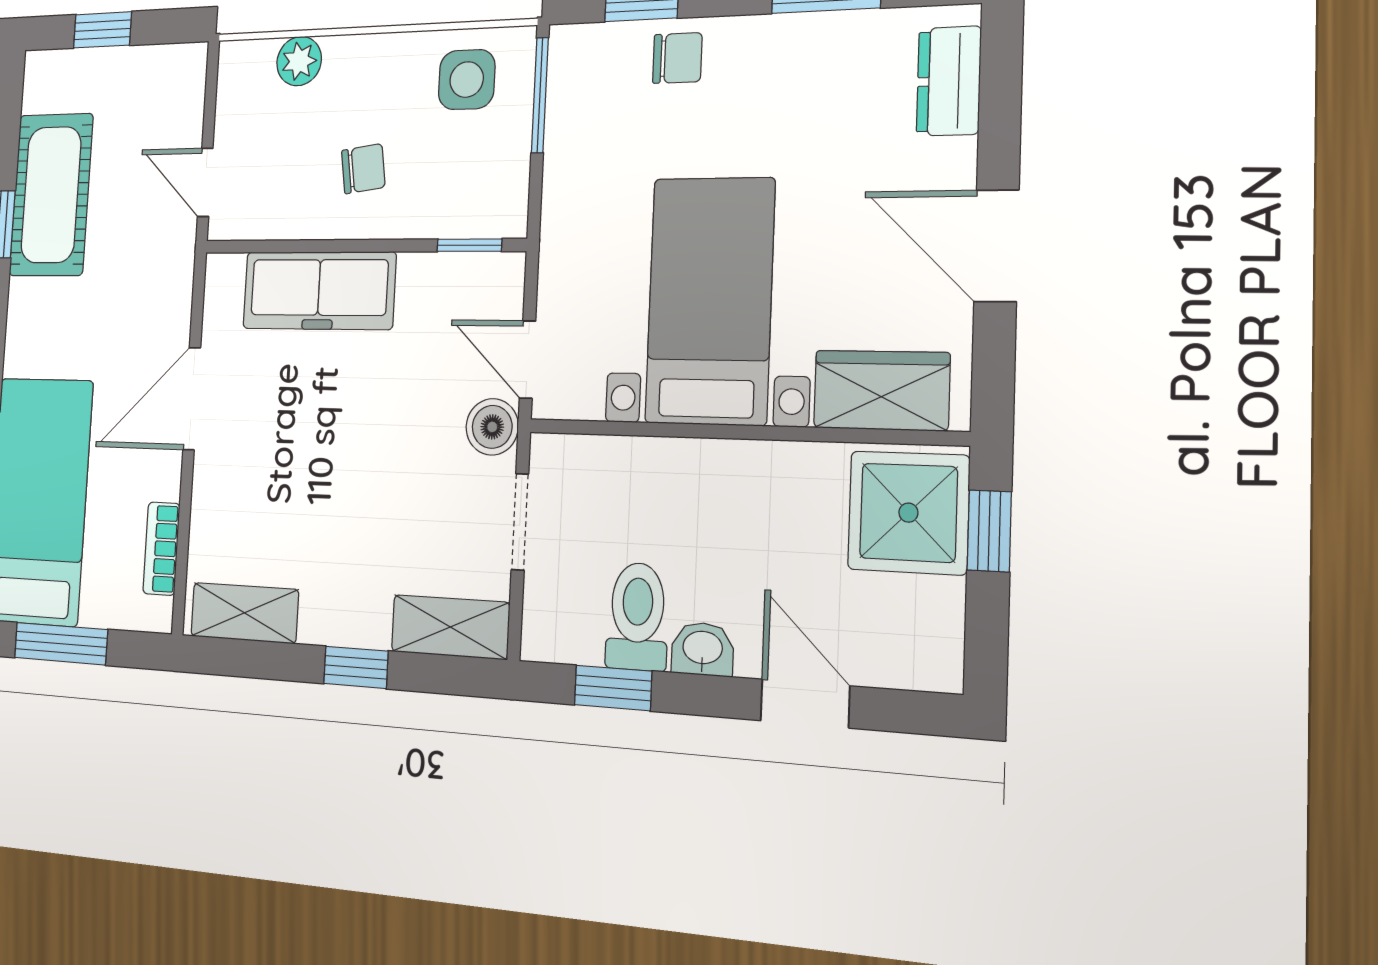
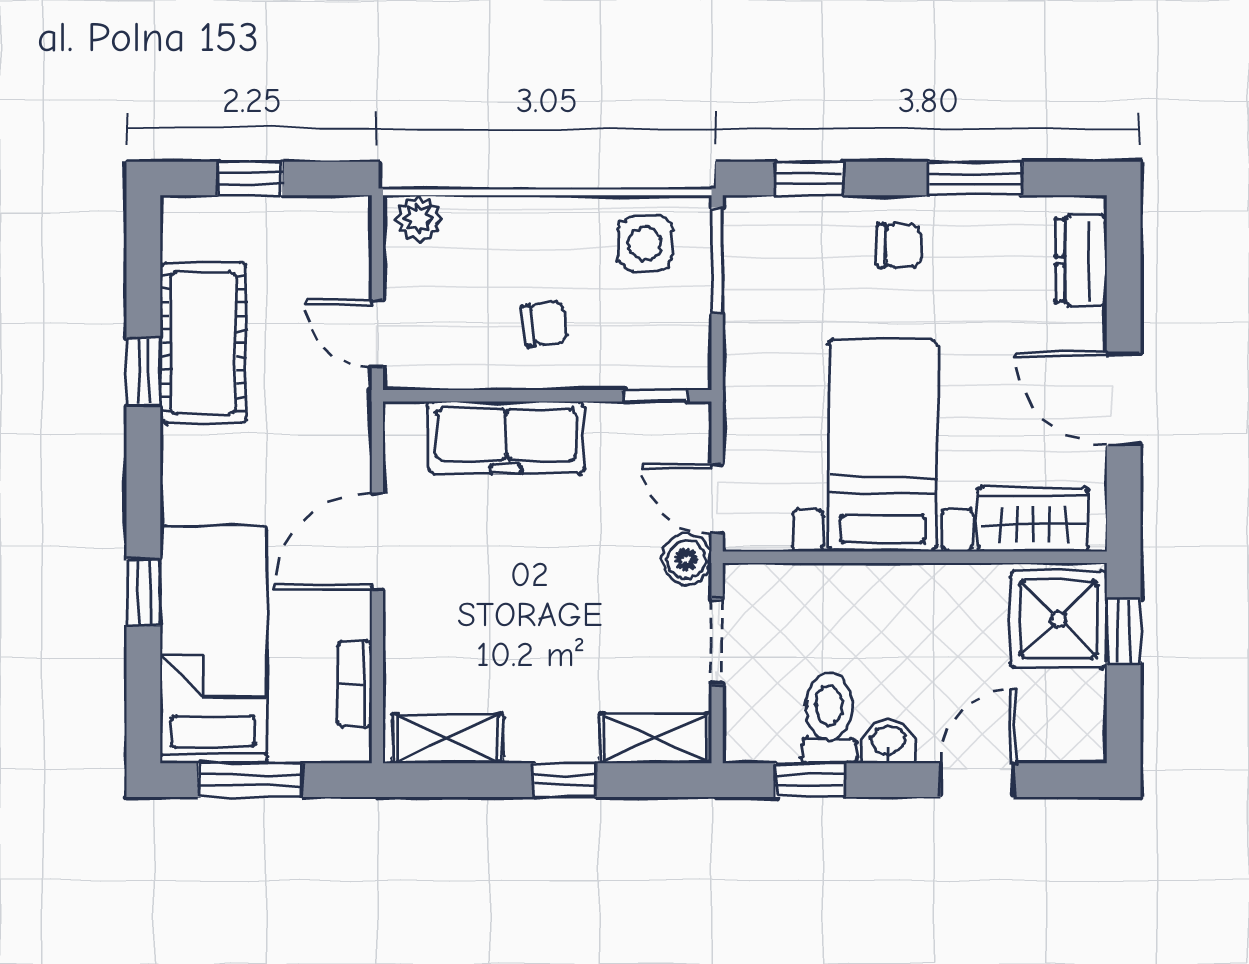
chair: (677, 58) -> (899, 246), moved
plant: (299, 61) -> (418, 219), moved
door: (805, 703) -> (978, 780), hinge flipped

